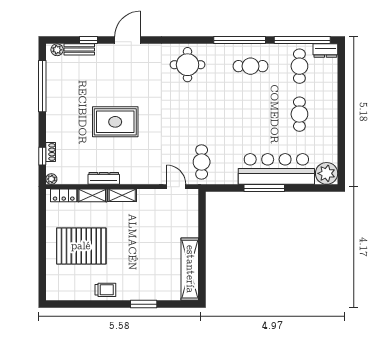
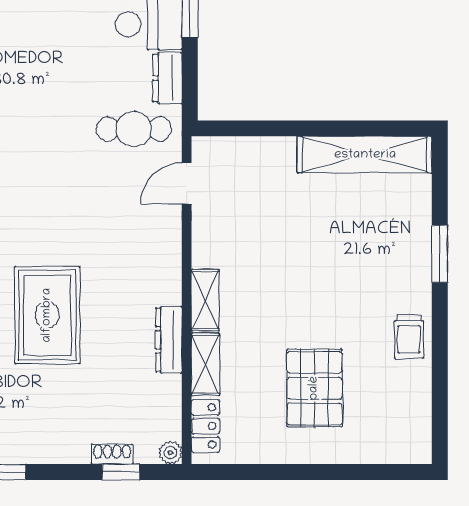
dresser: (225, 178) -> (167, 78), added
pallet: (81, 246) -> (314, 388), width x0.73, depth x0.71
trolley: (105, 290) -> (409, 336), turned 180

